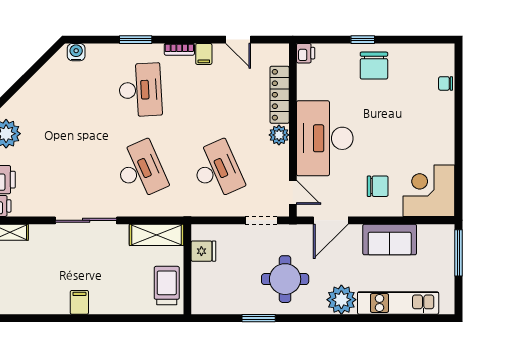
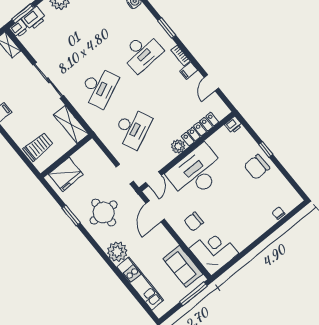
chair: (378, 186) -> (194, 222), turned 90
door: (331, 220) -> (155, 211), hinge flipped
sofa: (390, 240) -> (183, 266), moved
fridge: (203, 251) -> (66, 174), moved, width x1.88, depth x1.34
trolley: (167, 286) -> (38, 147), moved

